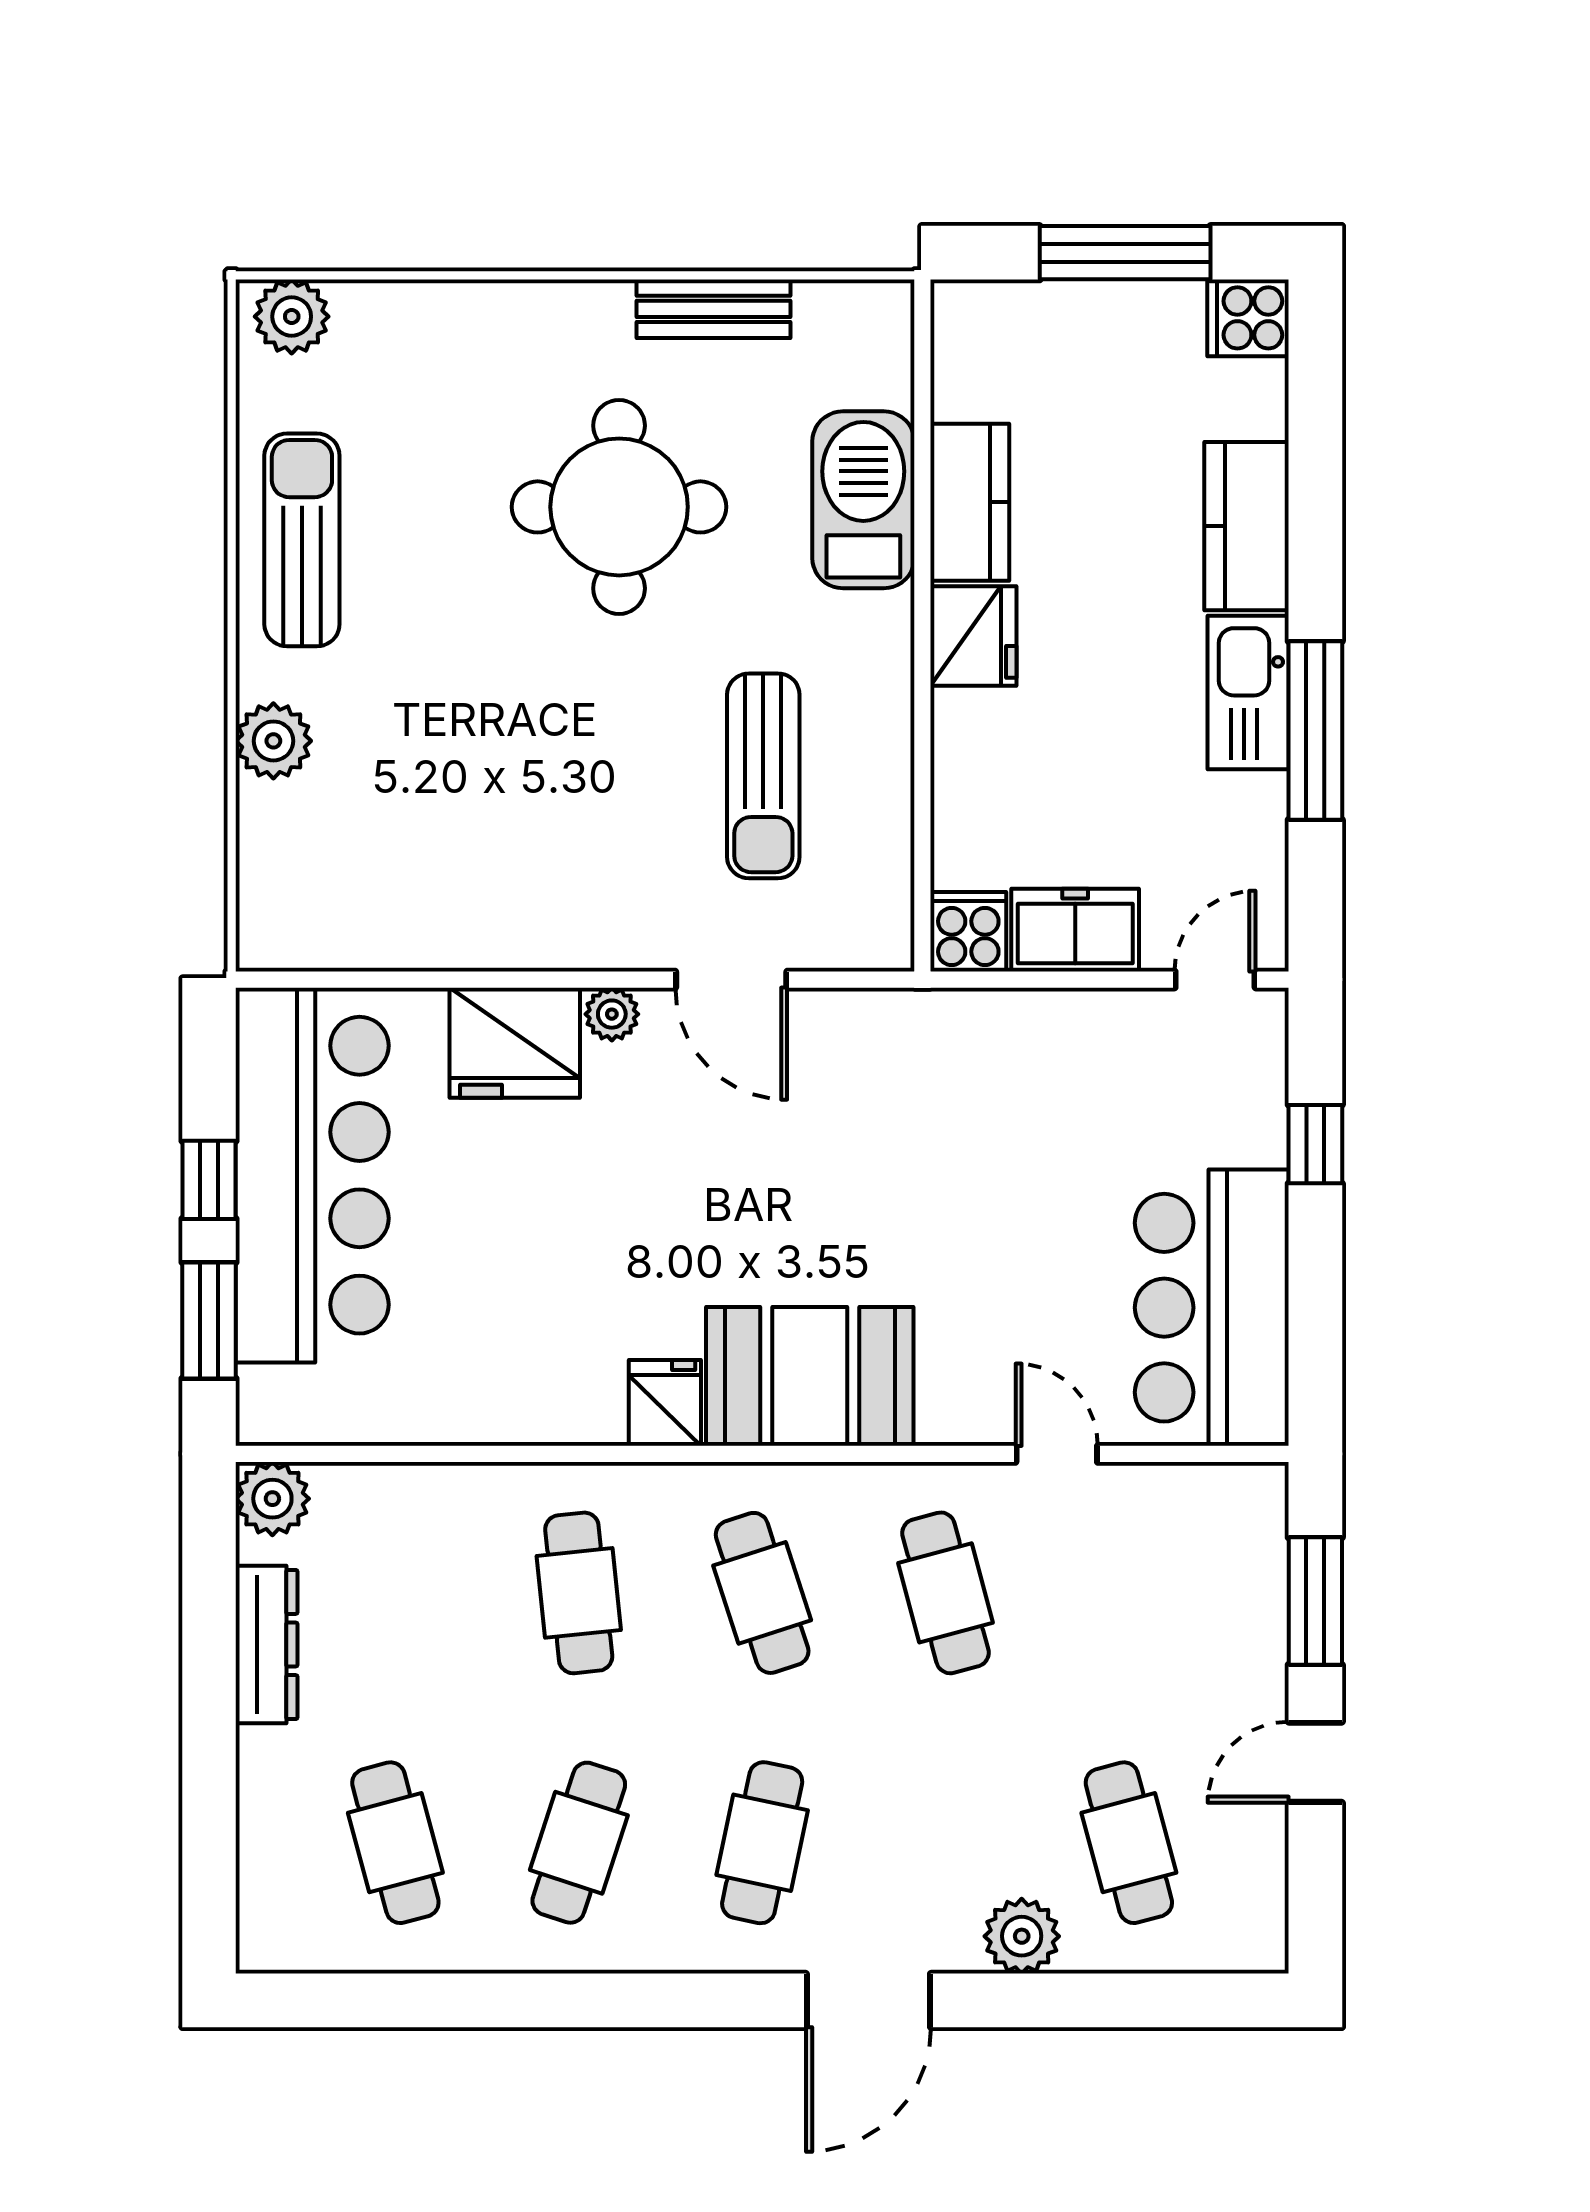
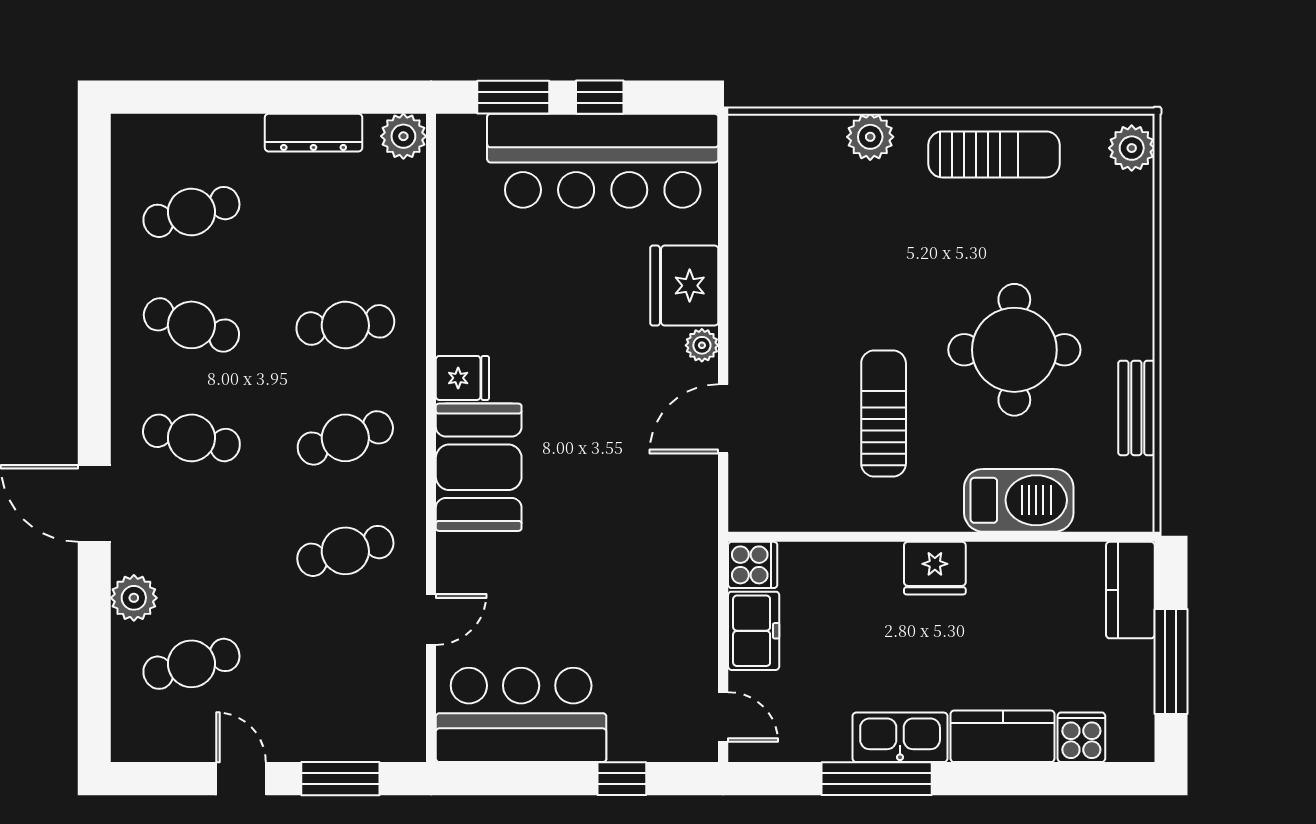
cooker: (1248, 318) -> (1081, 737), moved
kitchen counter: (970, 502) -> (1130, 590), moved, turned 90
sun lounger: (763, 776) -> (884, 414), moved, turned 90

